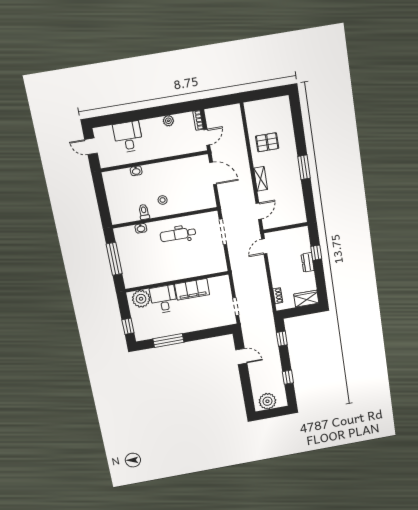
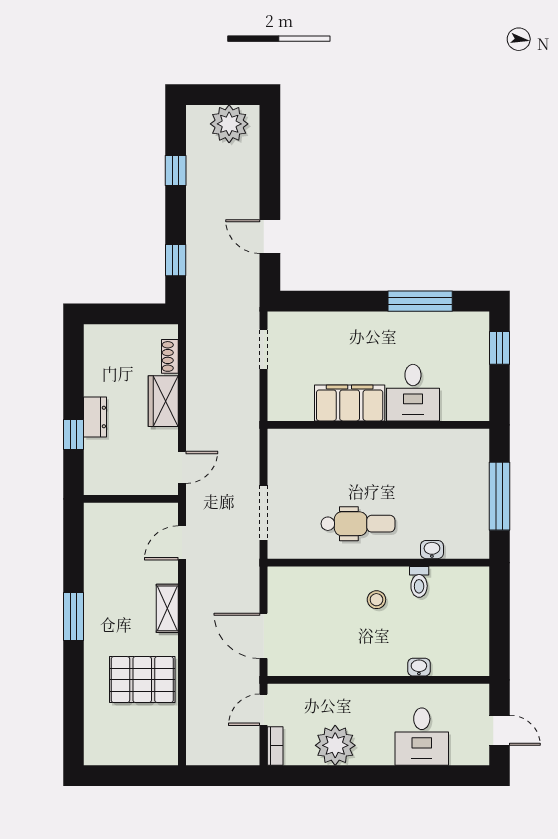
plant: (168, 121) -> (335, 745), width x1.87, depth x1.87
pallet: (267, 142) -> (142, 680), width x1.50, depth x1.42
plant: (141, 299) -> (460, 402), removed
wardrobe: (306, 299) -> (163, 401), moved, turned 90

